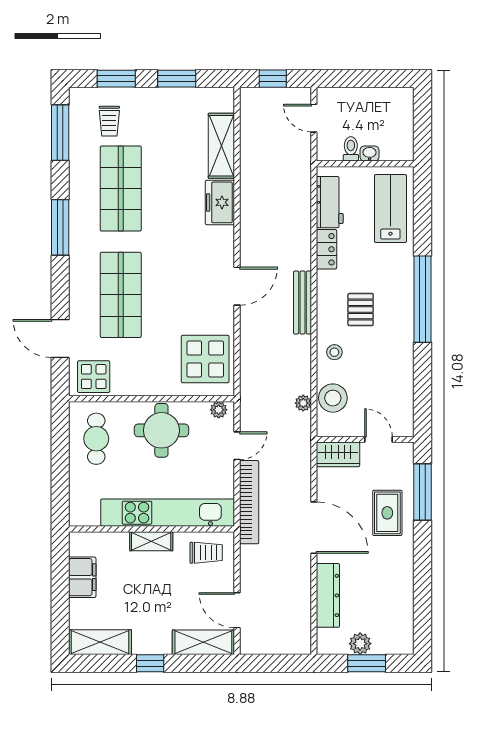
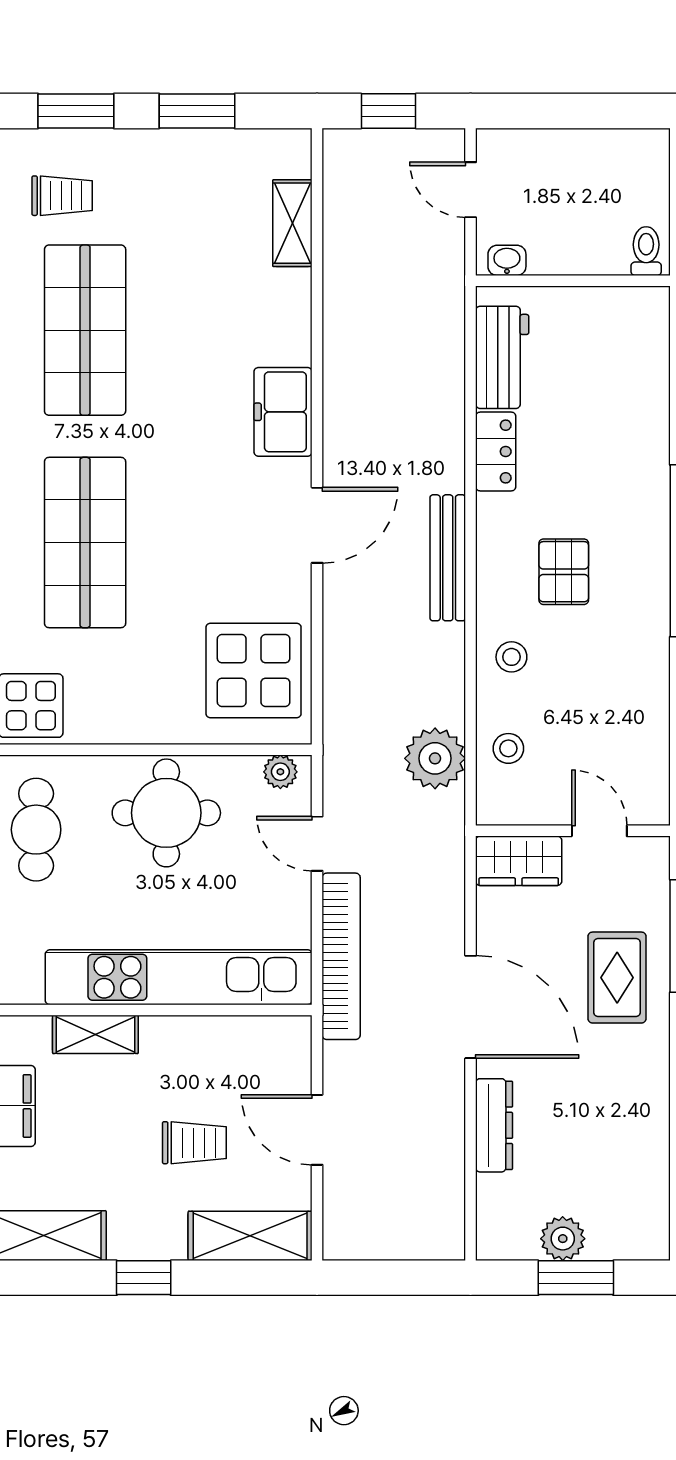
trolley: (109, 121) -> (62, 196), turned -90
shelving: (221, 146) -> (292, 223), width x0.67, depth x0.75
toilet: (351, 149) -> (646, 251), moved
washbasin: (370, 153) -> (507, 260), moved
freezer: (220, 202) -> (283, 412), moved
lab bench: (390, 209) -> (623, 370), removed
stool: (333, 398) -> (508, 748), width x0.53, depth x0.53
plant: (303, 403) -> (435, 758), width x1.88, depth x1.88
door: (237, 446) -> (317, 844), swing flipped
shelving: (151, 541) -> (95, 1034), moved
trolley: (206, 553) -> (194, 1143), moved
dresser: (328, 595) -> (494, 1125), width x0.73, depth x0.80
door: (237, 610) -> (317, 1130), moved

